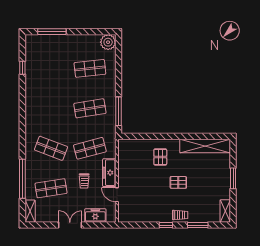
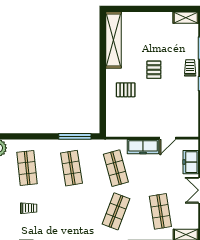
window: (233, 178) -> (149, 9), removed
trolley: (84, 181) -> (29, 208), moved

